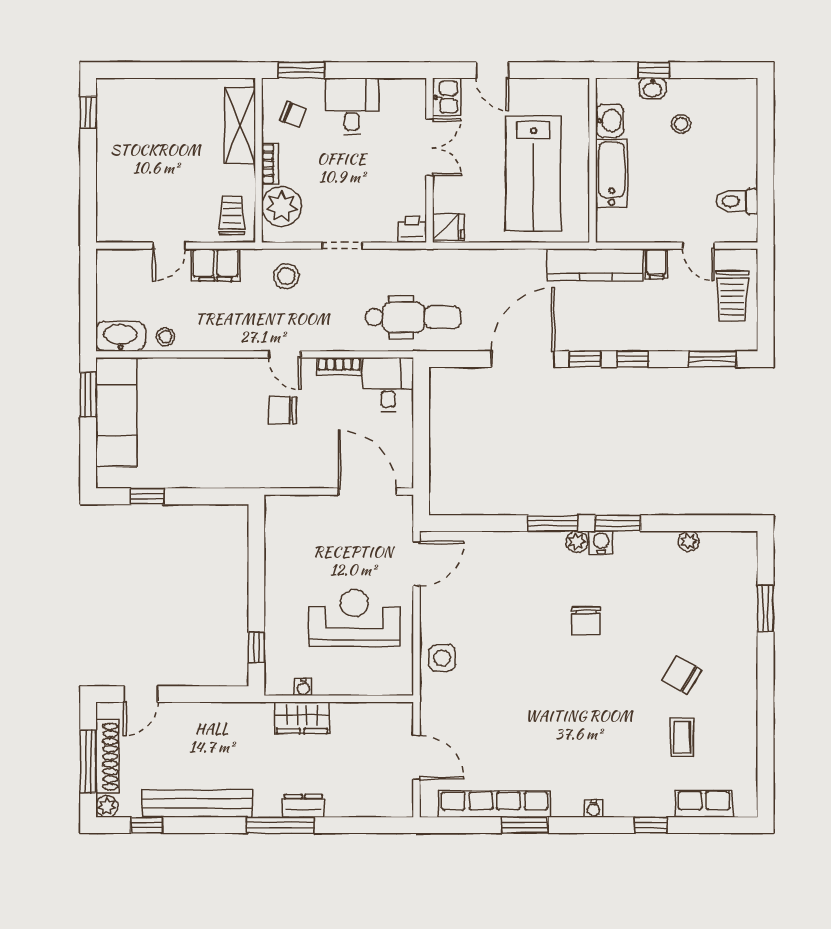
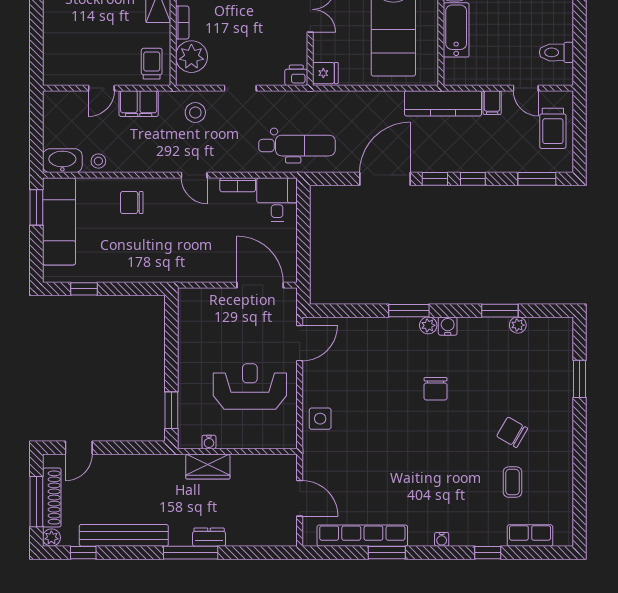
chair: (283, 410) -> (132, 203), moved
window: (618, 523) -> (500, 311), moved
window: (256, 648) -> (171, 410), width x1.50

